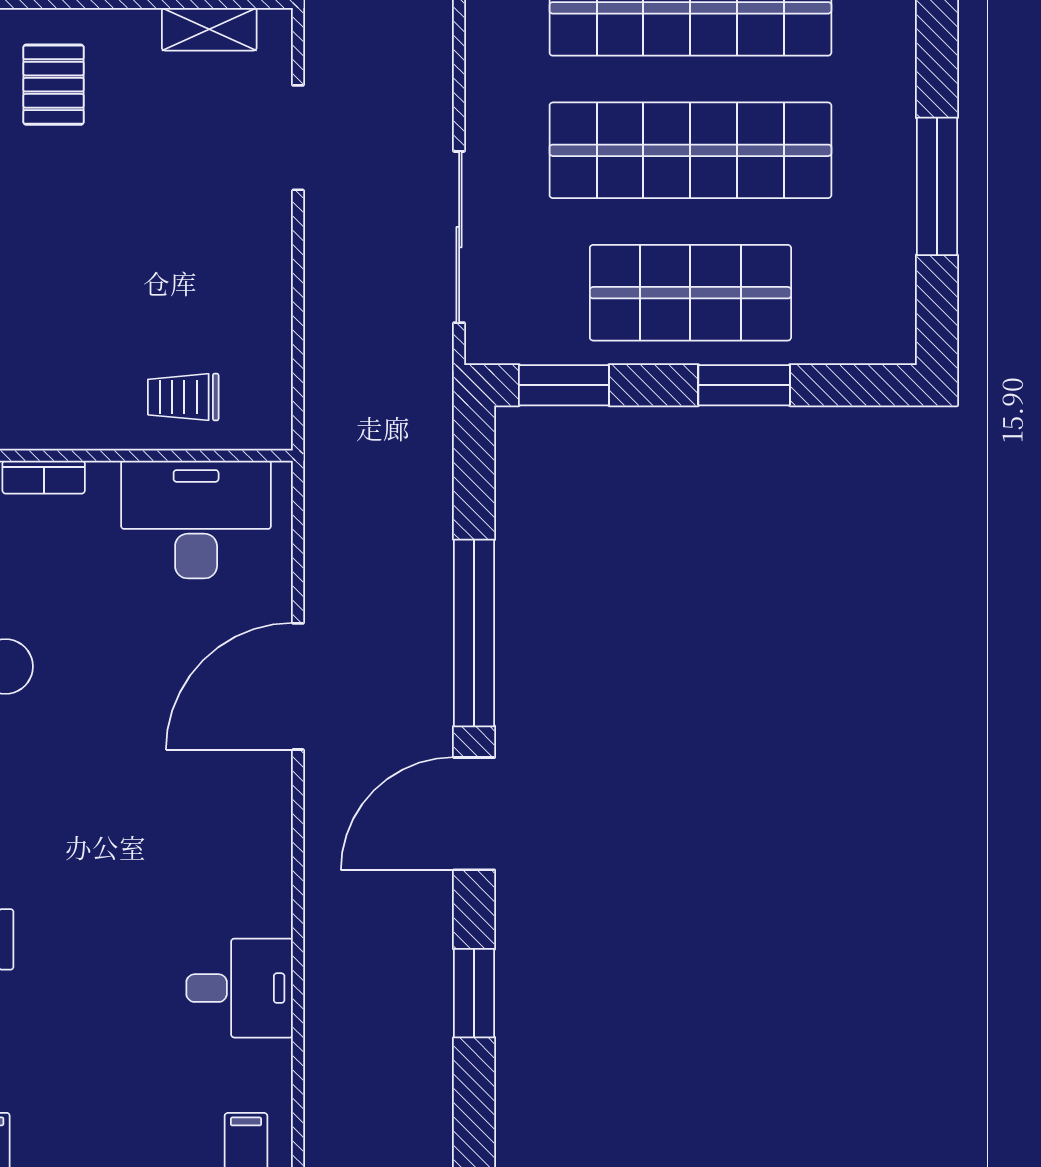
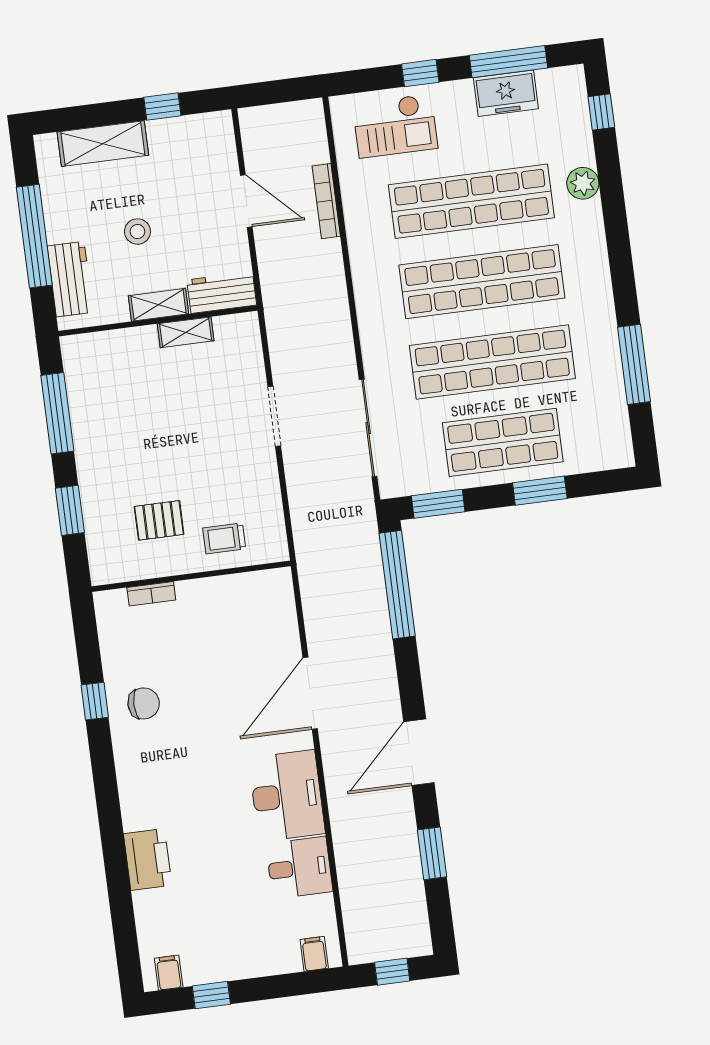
shelving: (209, 29) -> (186, 332), moved
pallet: (54, 85) -> (159, 520), moved, turned 90
doorway: (298, 138) -> (274, 416), moved
desk: (196, 520) -> (287, 796), moved, turned 90
window: (474, 633) -> (397, 585), moved

